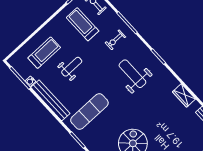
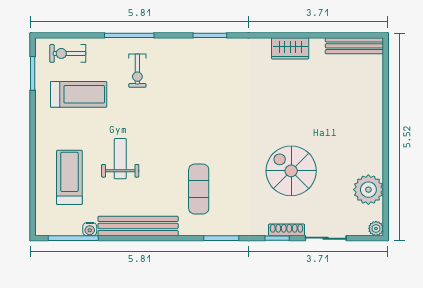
treadmill: (83, 24) -> (79, 94), turned 180
weight bench: (132, 74) -> (201, 89), removed
exercise mat: (89, 112) -> (199, 189), width x0.73, depth x0.69

